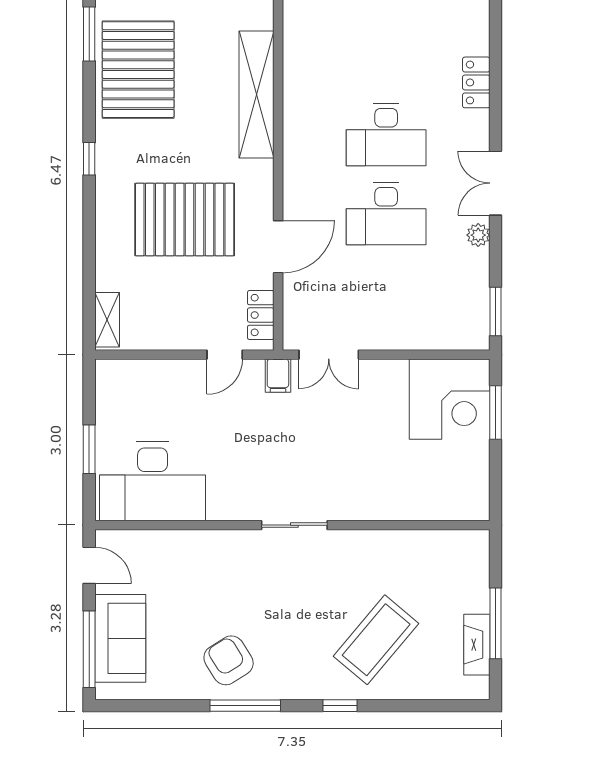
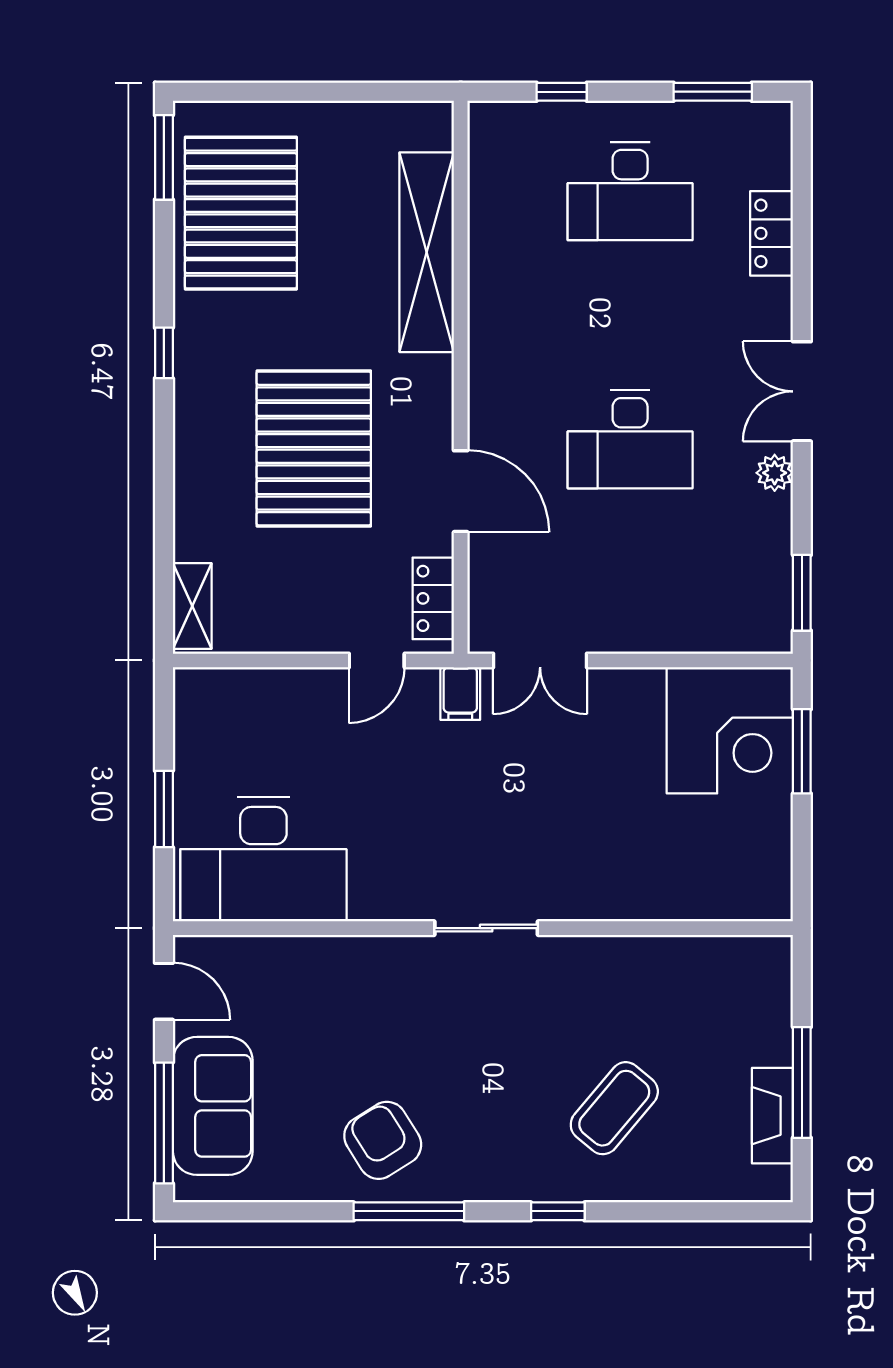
desk: (386, 135) -> (630, 191), moved
pallet: (185, 220) -> (314, 448), turned 90
door: (278, 247) -> (461, 491), hinge flipped
coffee table: (376, 640) -> (614, 1108), width x0.73, depth x0.76

